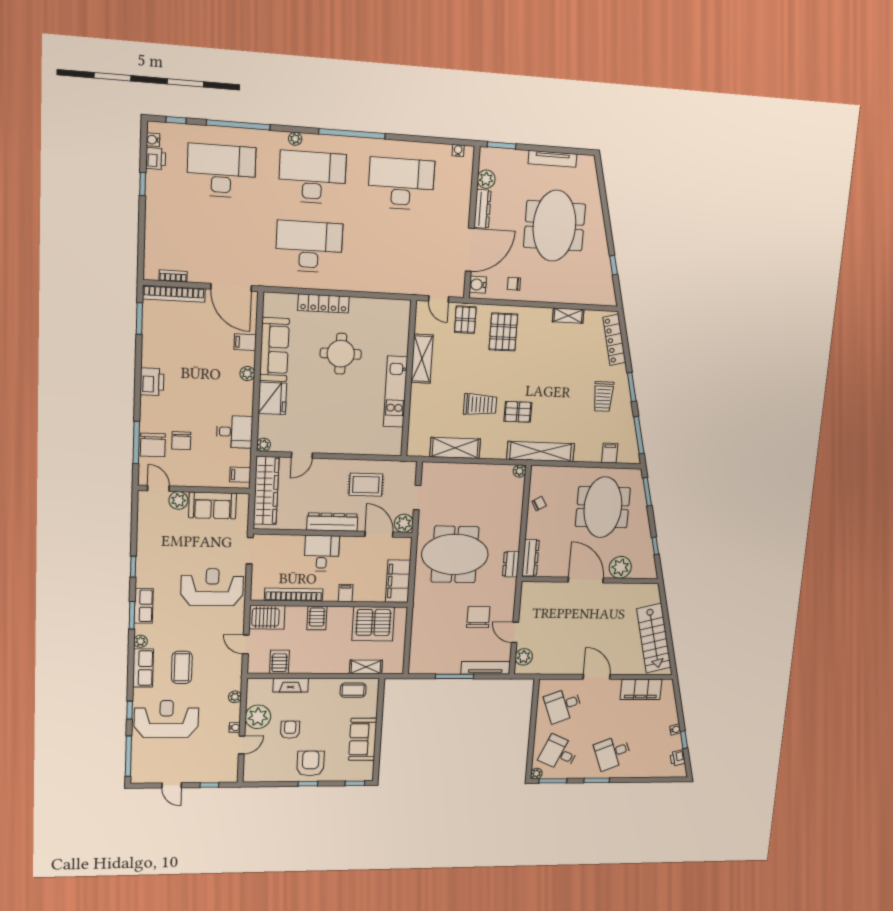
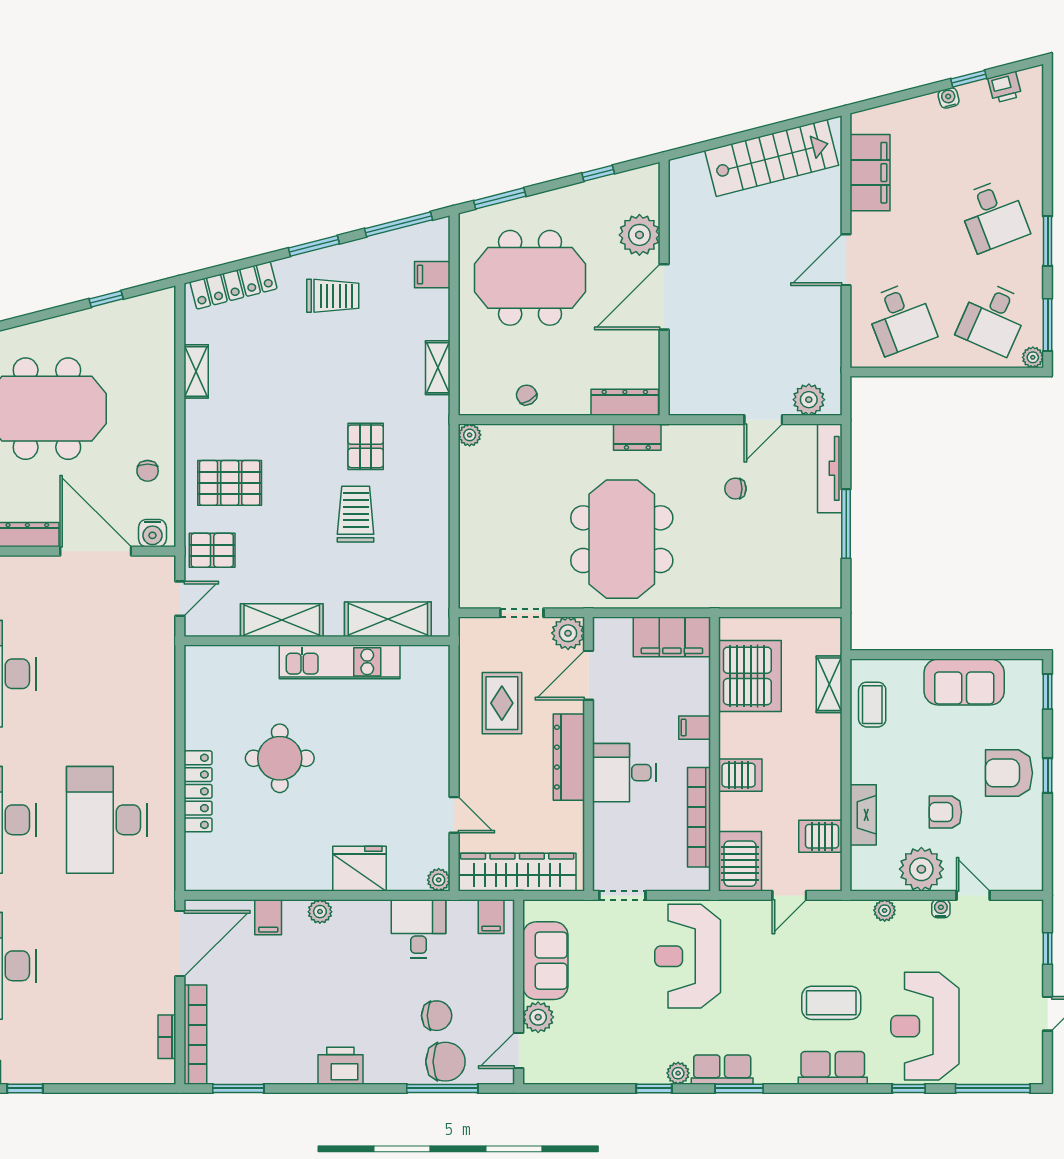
sofa: (274, 350) -> (278, 869), removed
shelving: (455, 448) -> (388, 619), moved, turned 90
shelving: (541, 451) -> (438, 368), width x0.45, depth x0.75
chair: (478, 617) -> (735, 489), width x0.54, depth x0.54
plant: (140, 641) -> (678, 1073), moved

